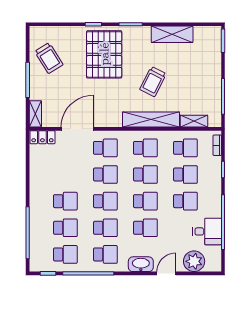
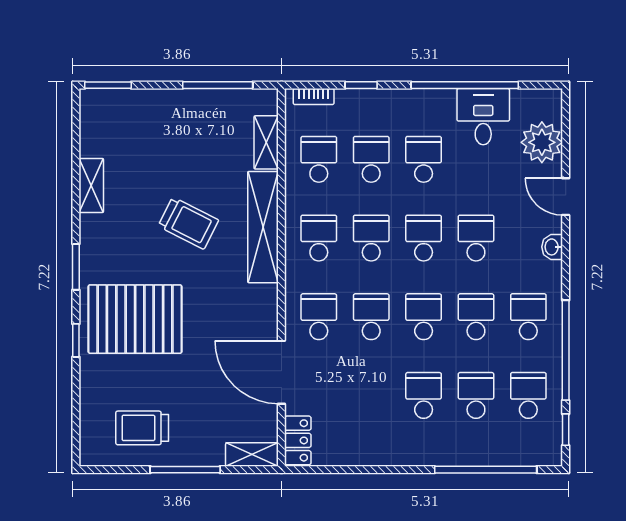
shelving: (172, 34) -> (91, 186), width x0.67, depth x0.75
trolley: (49, 58) -> (142, 428), turned -148
washbasin: (141, 264) -> (552, 247), width x0.52, depth x0.69

